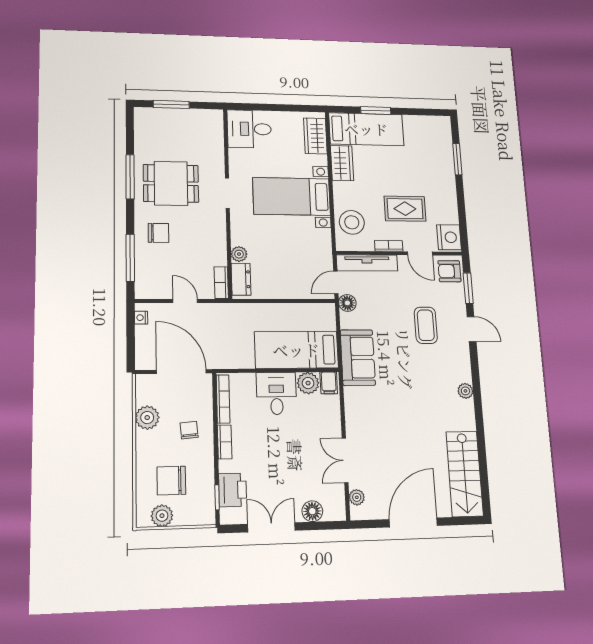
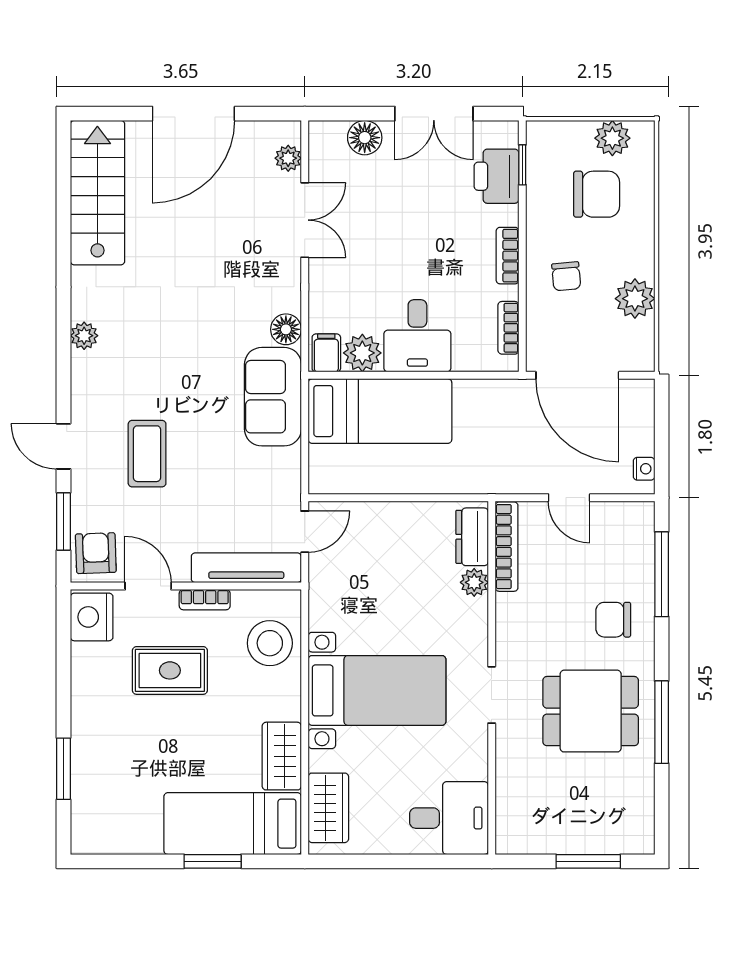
armchair: (449, 271) -> (96, 553), turned -92
bookcase: (221, 283) -> (507, 547), width x1.56
floor lamp: (347, 303) -> (286, 329), moved
bookcase: (223, 399) -> (508, 328), width x0.64

